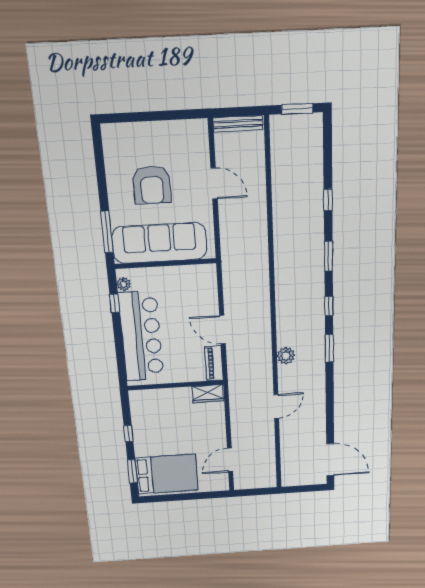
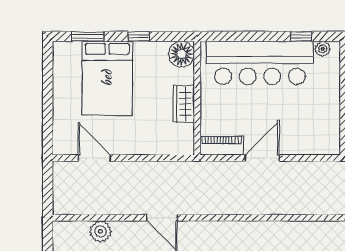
plant: (286, 356) -> (100, 231), moved
wardrobe: (208, 394) -> (184, 104), moved
floor lamp: (140, 400) -> (182, 54), added
bed: (167, 474) -> (107, 78), moved

